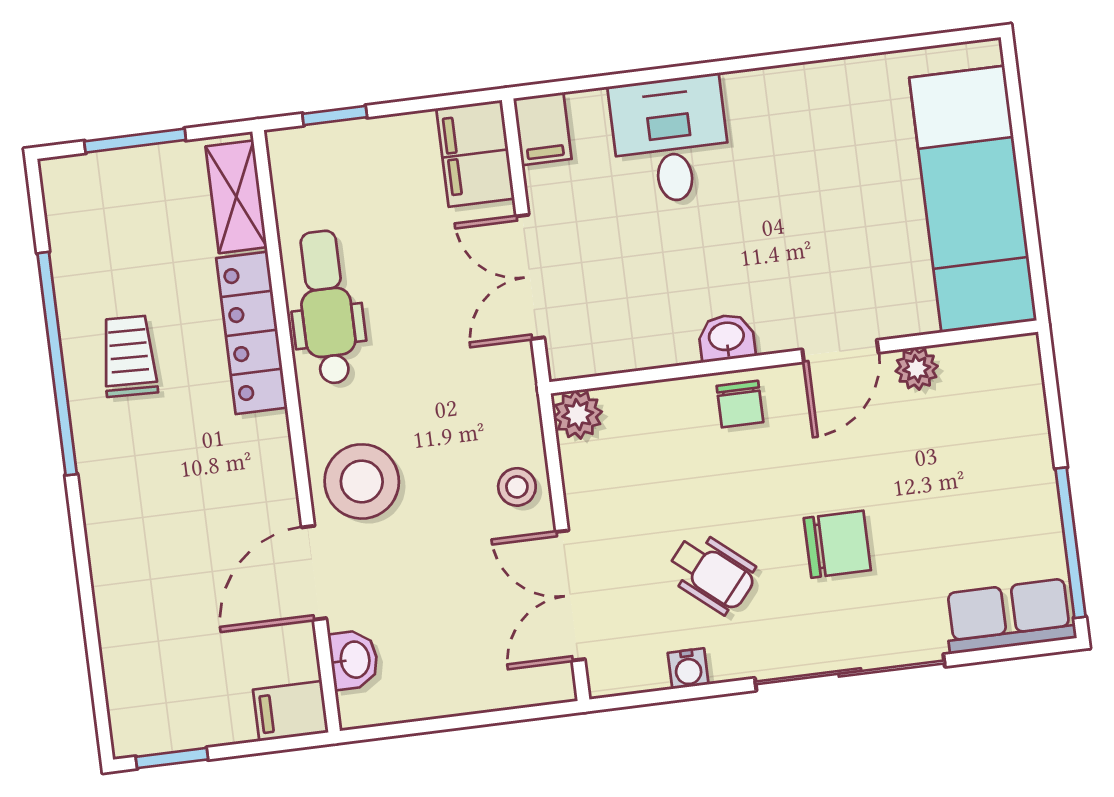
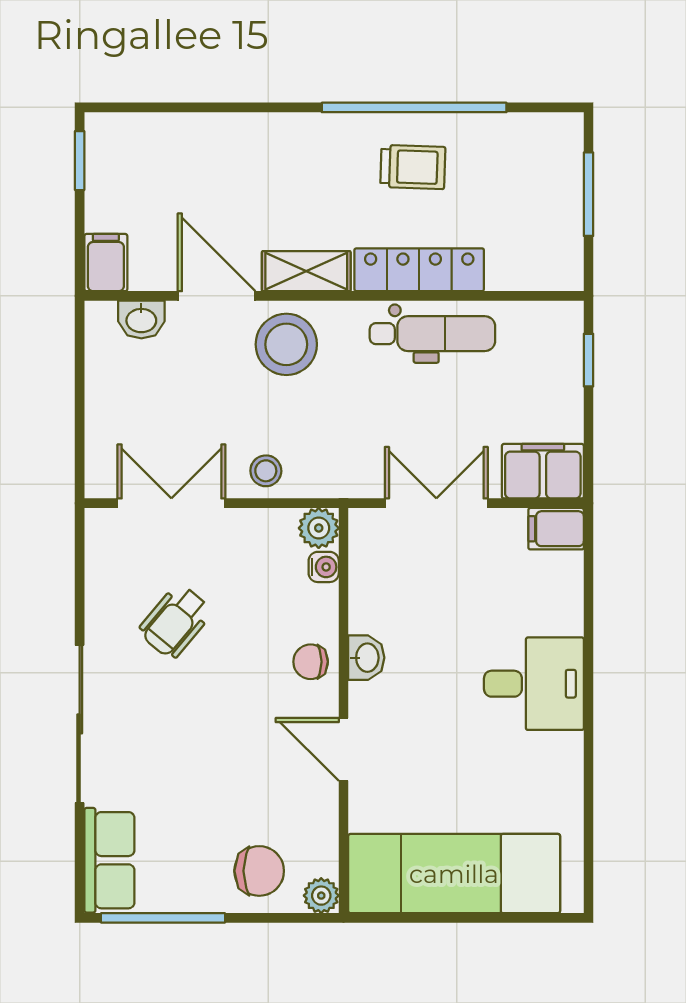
desk: (670, 140) -> (534, 684), moved
shelving: (236, 197) -> (306, 271), moved
plant: (917, 369) -> (321, 896), moved
chair: (837, 544) -> (259, 871), moved, turned -90
water cooler: (688, 669) -> (324, 567), moved, turned 180

